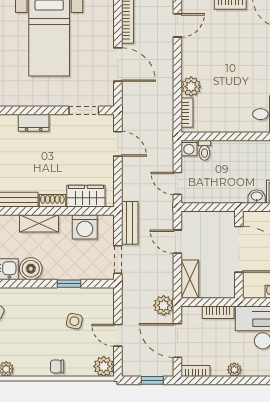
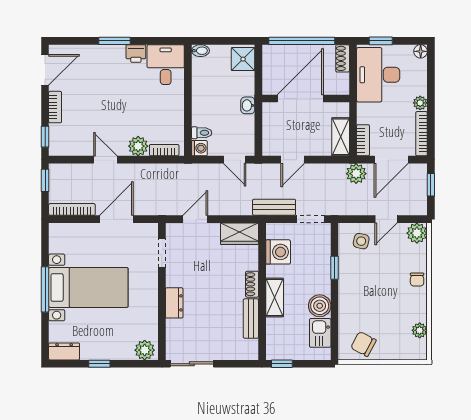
door: (177, 25) -> (105, 160), moved
door: (177, 183) -> (235, 160), hinge flipped
wardrobe: (86, 196) -> (239, 234), moved, turned -90
washbasin: (257, 197) -> (248, 105), moved
shelving: (190, 279) -> (341, 137), moved, turned 90
bookcase: (218, 312) -> (363, 140), moved
side table: (74, 321) -> (361, 241), moved
bookcase: (195, 371) -> (422, 134), width x1.56

